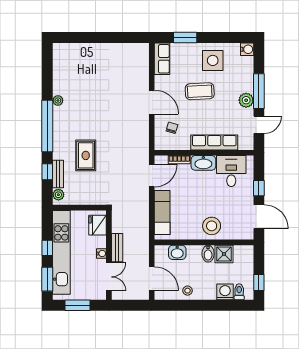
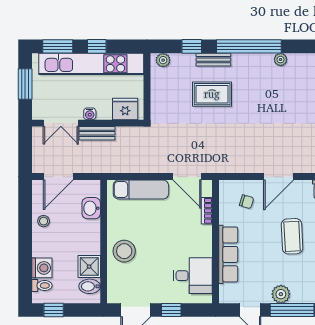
washbasin: (203, 163) -> (203, 241), removed
bench: (58, 174) -> (213, 60), moved
bidet: (208, 254) -> (90, 286), moved

